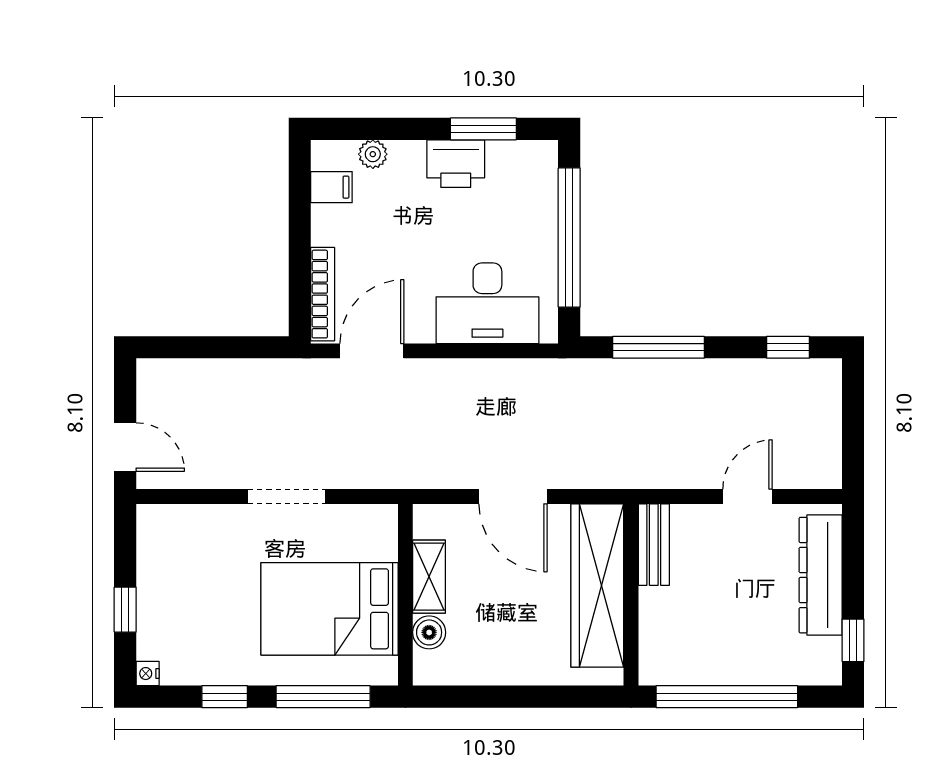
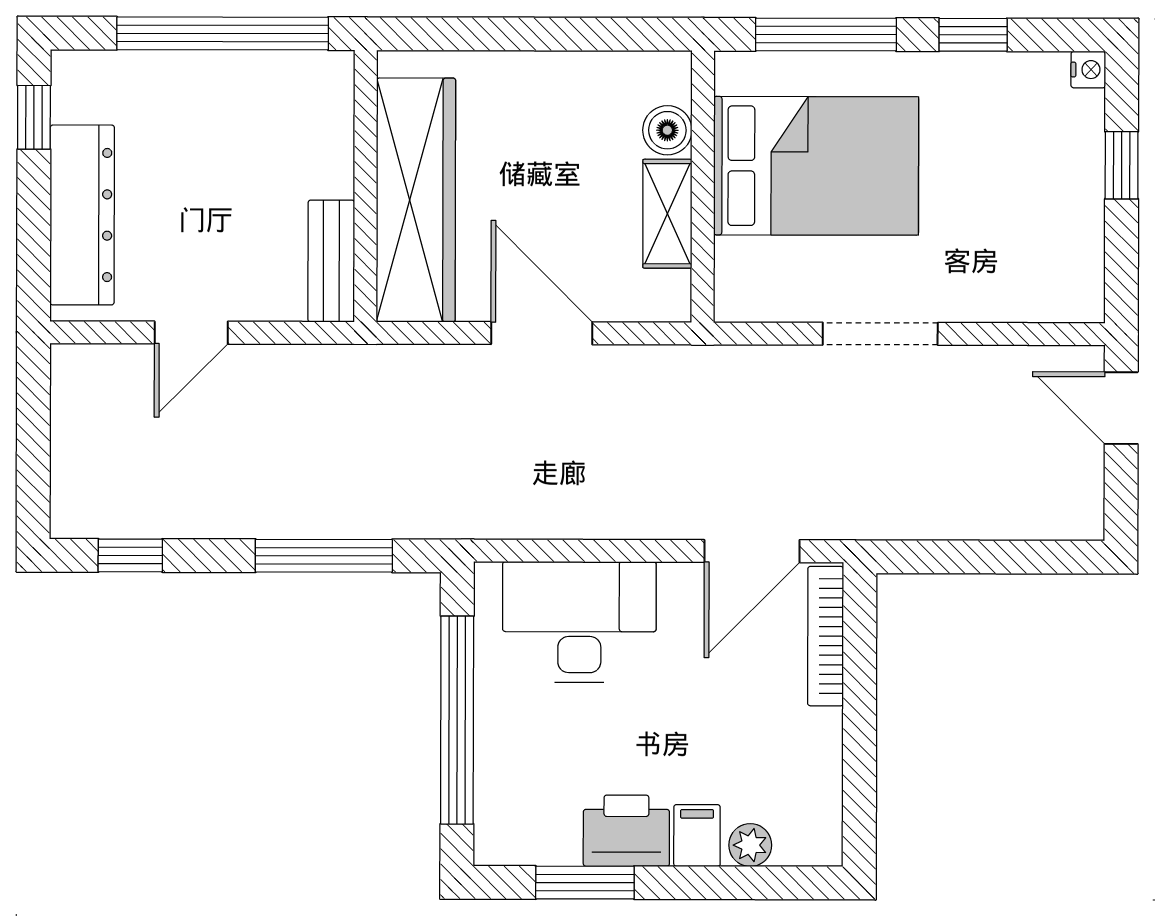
filing cabinet: (331, 187) -> (697, 836), moved, turned 90

